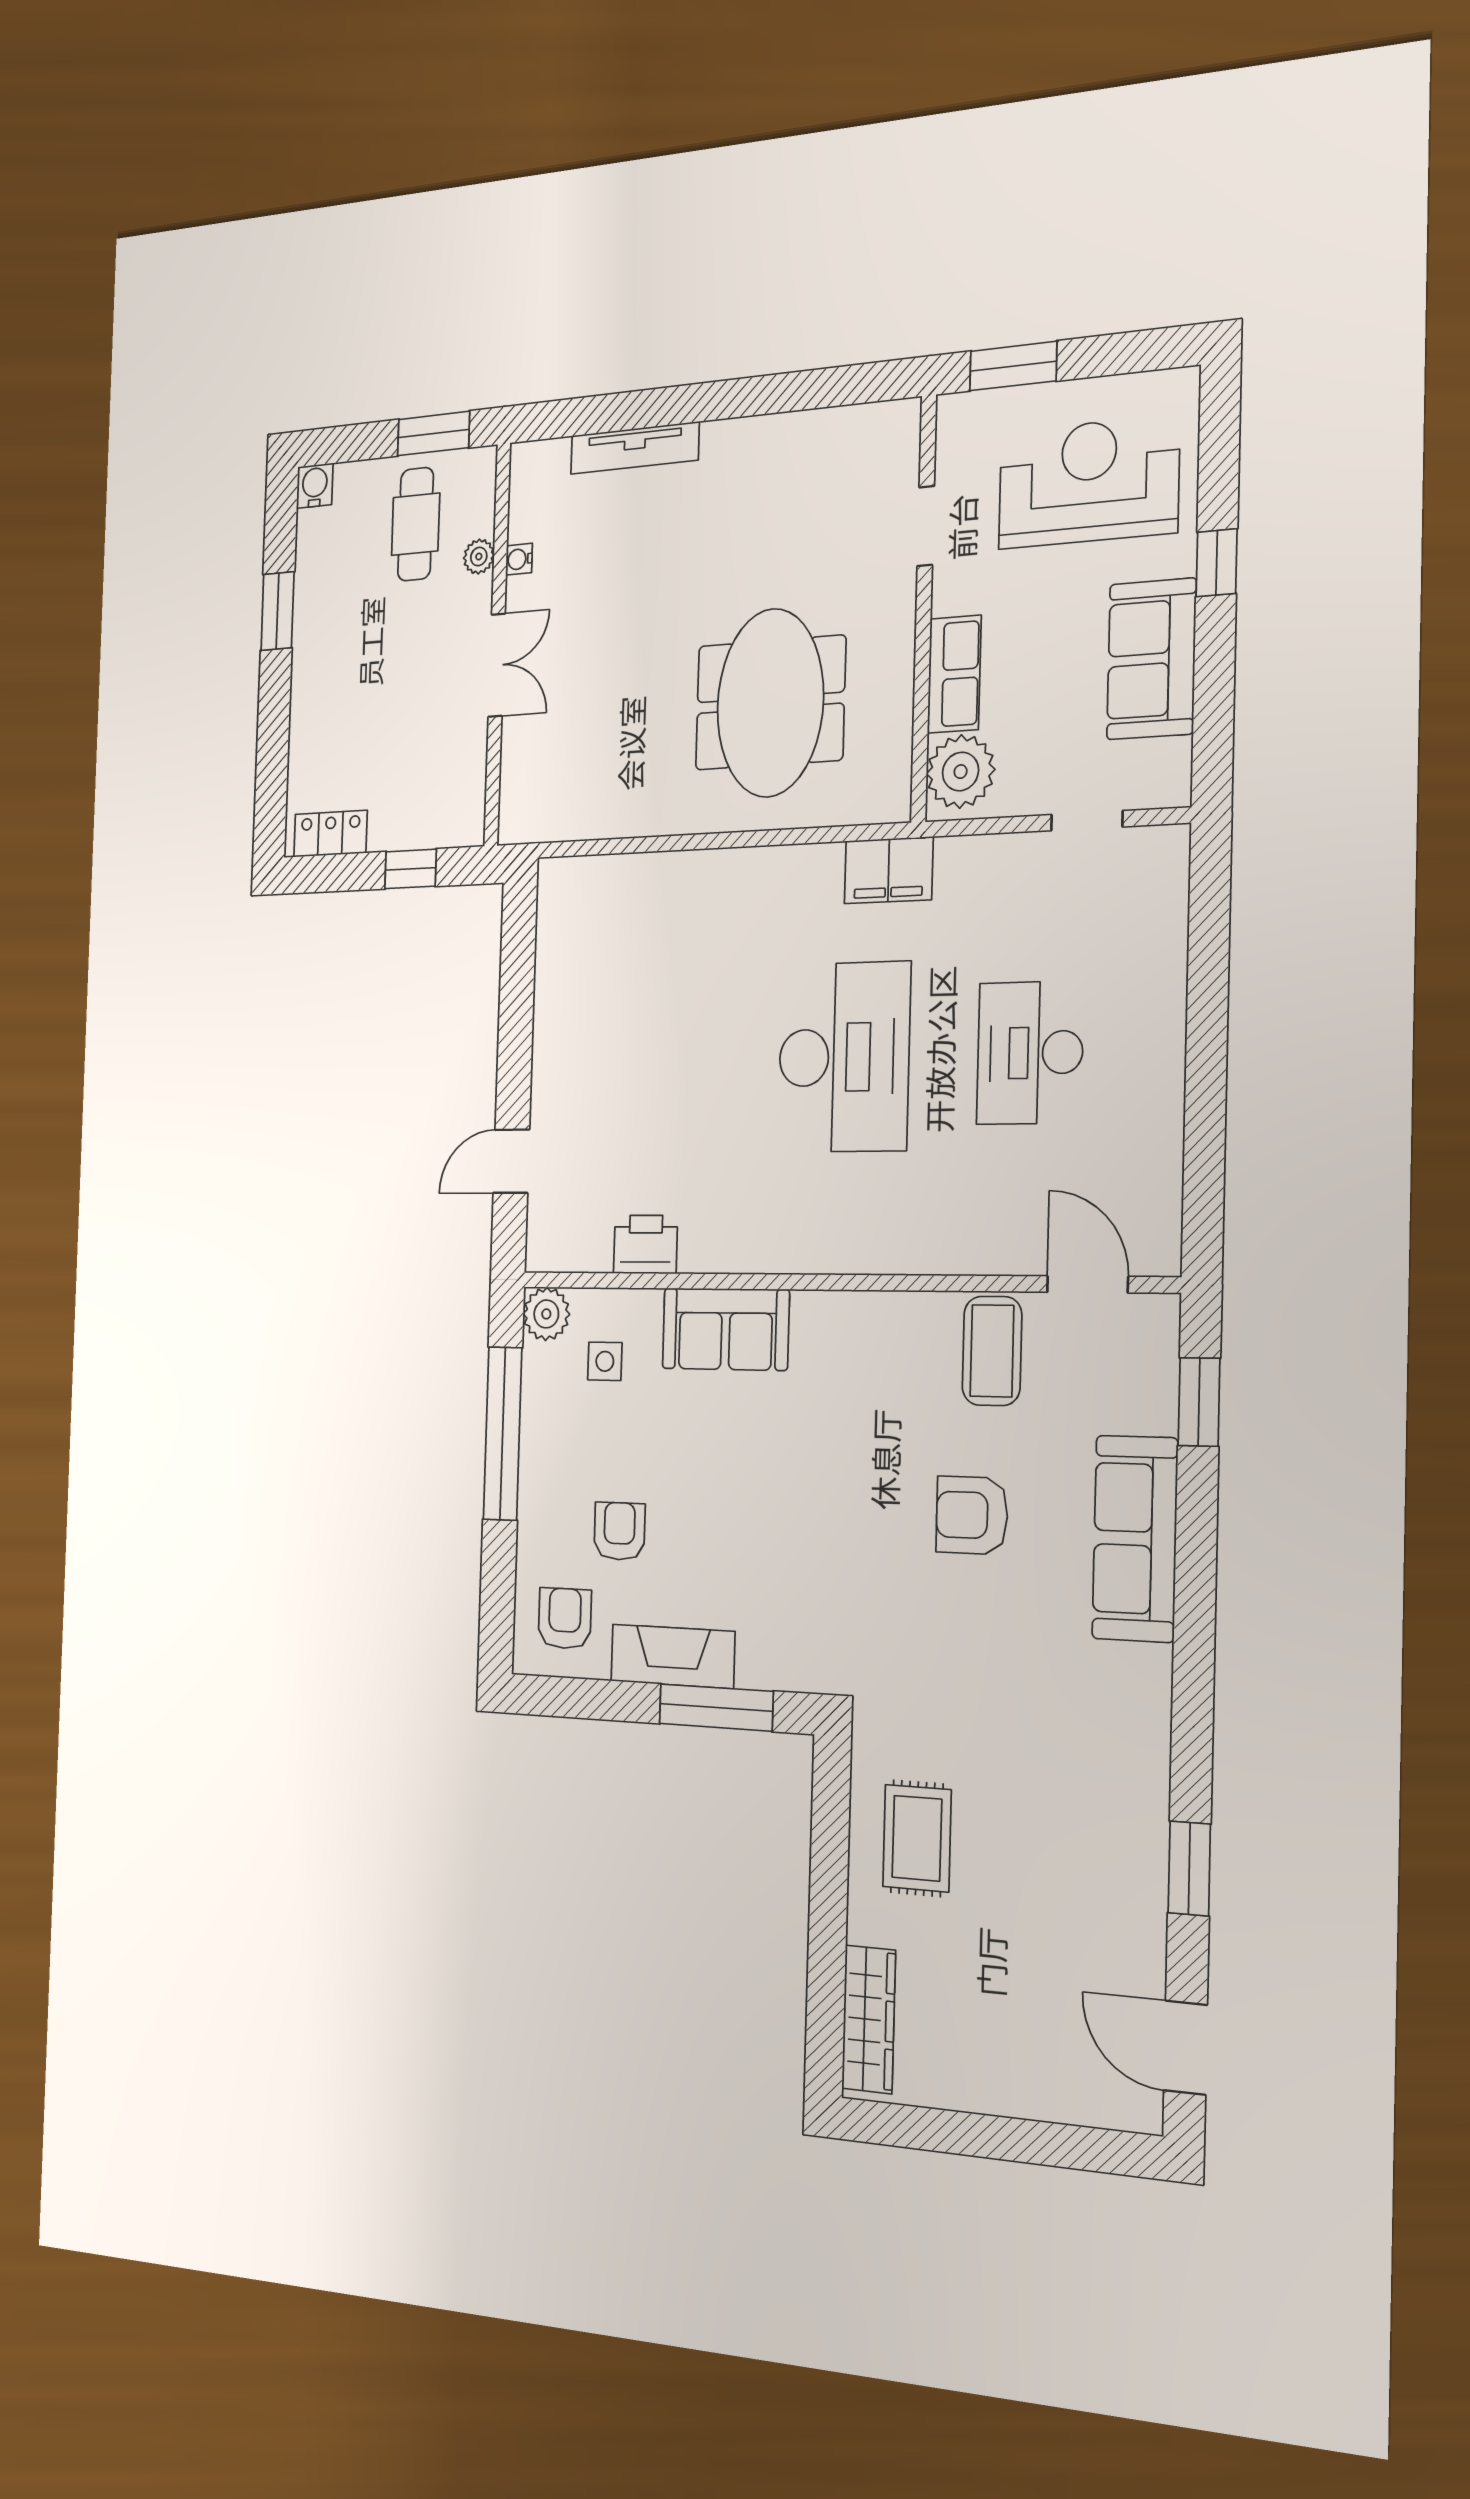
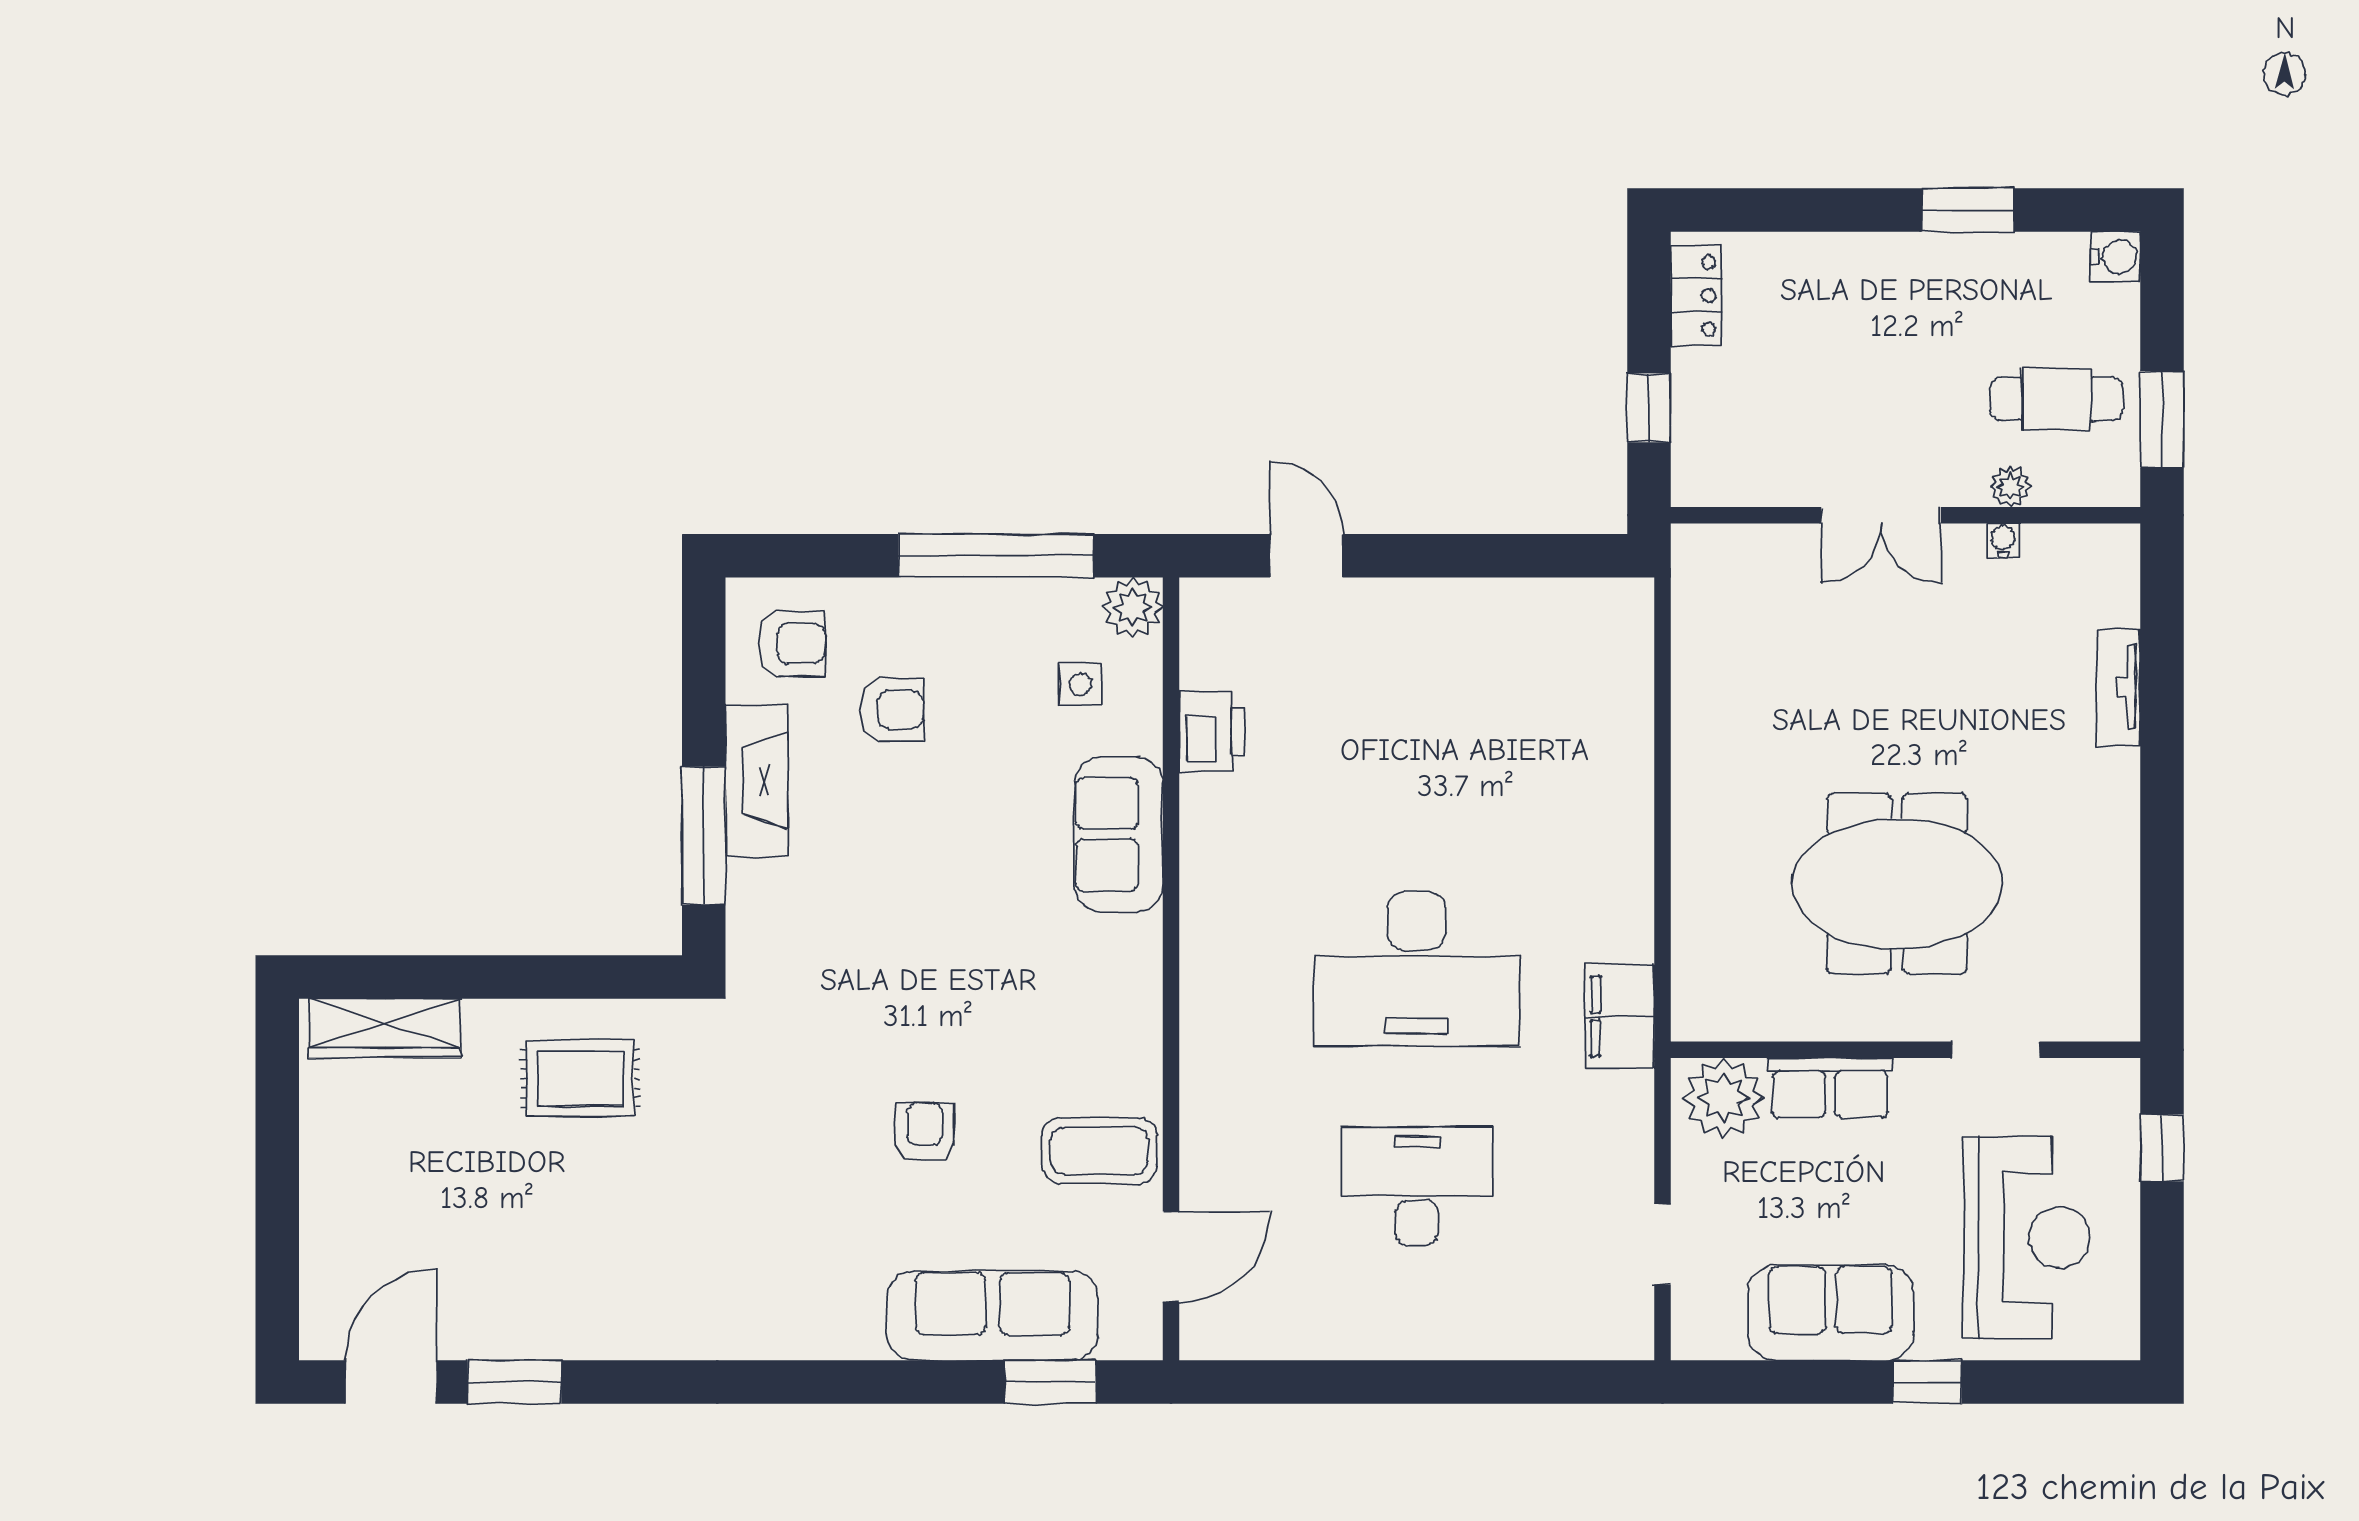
window: (1013, 366) -> (2162, 1148), width x0.67
tv unit: (635, 448) -> (2118, 687), width x0.71
meeting table: (770, 703) -> (1897, 884), moved
armchair: (972, 1515) -> (925, 1132), width x0.72, depth x0.72
sofa: (1135, 1538) -> (993, 1316), moved
window: (1189, 1868) -> (515, 1382), moved

